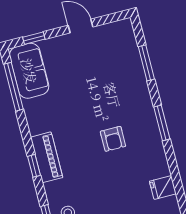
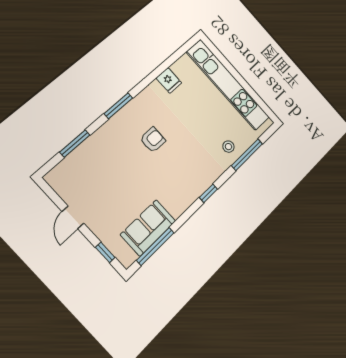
sofa: (29, 71) -> (148, 228), moved
piano: (47, 157) -> (196, 187), removed

